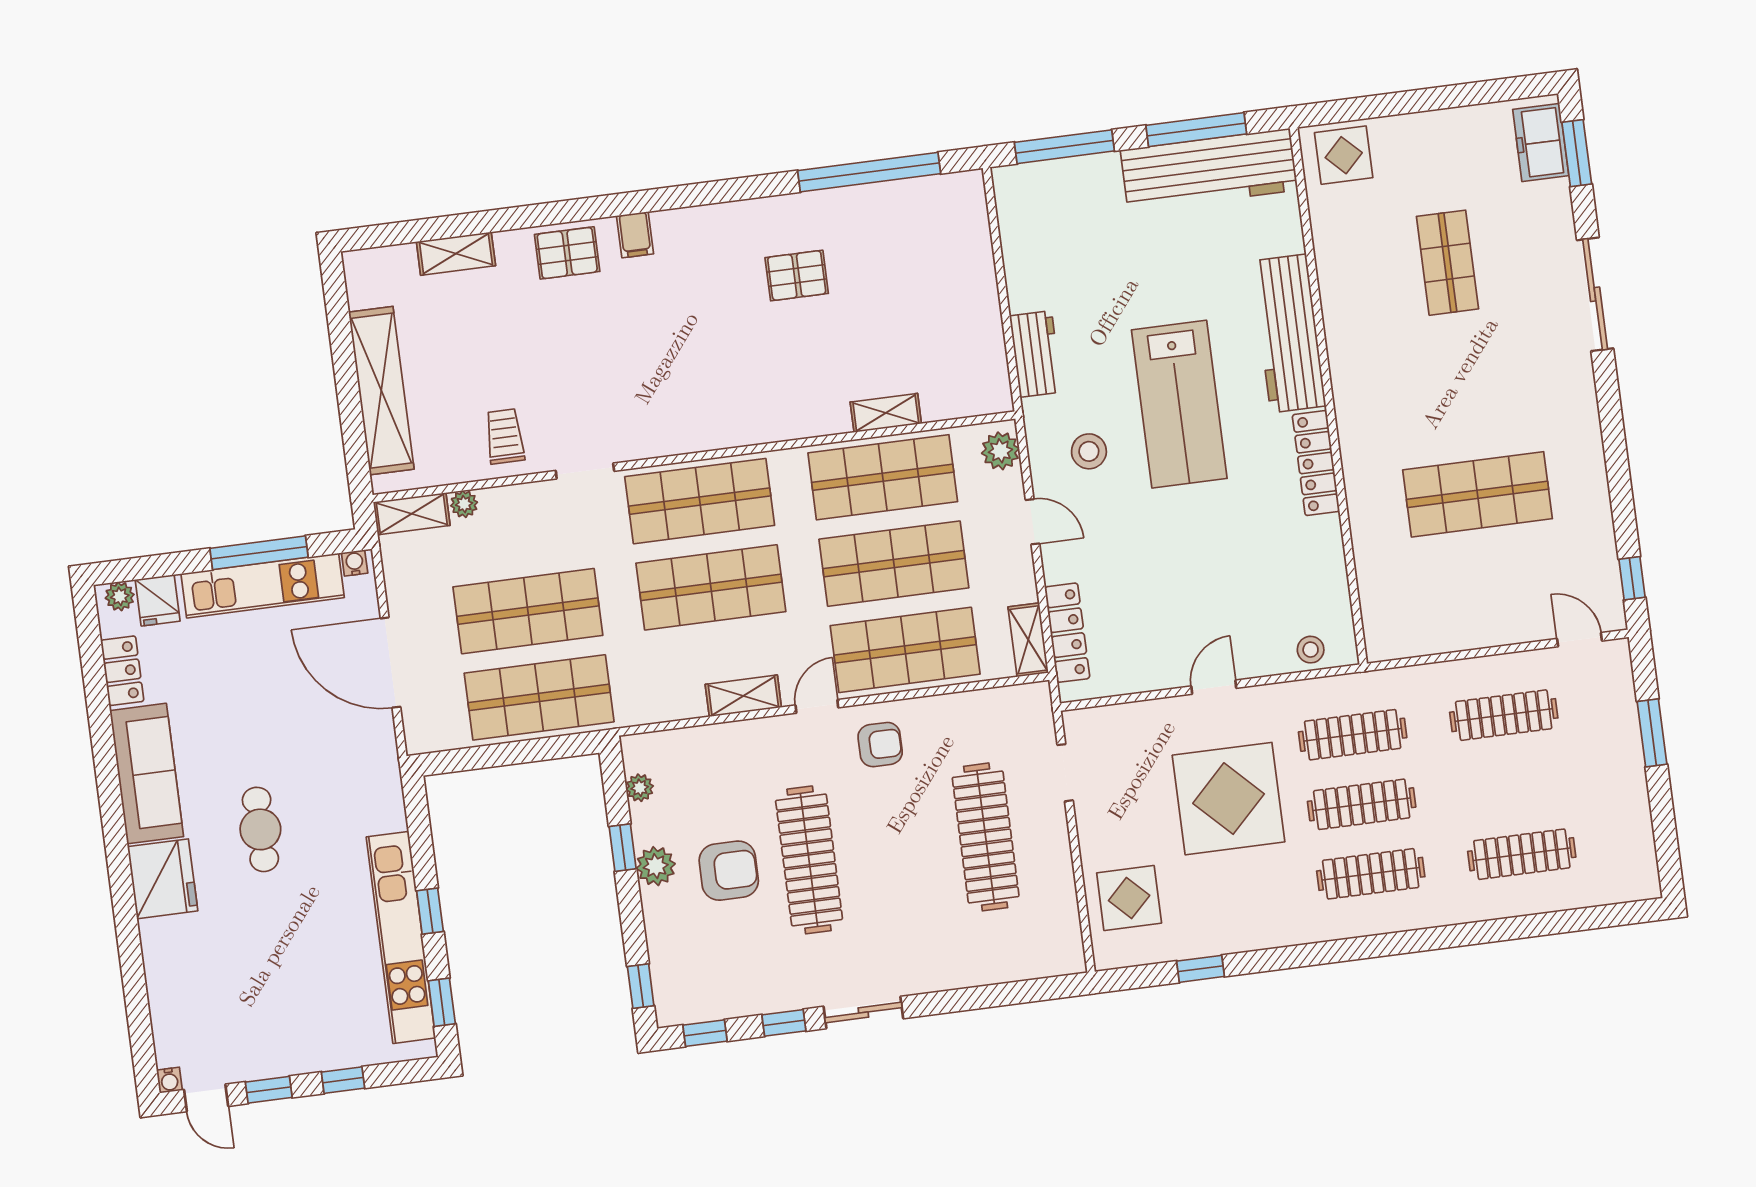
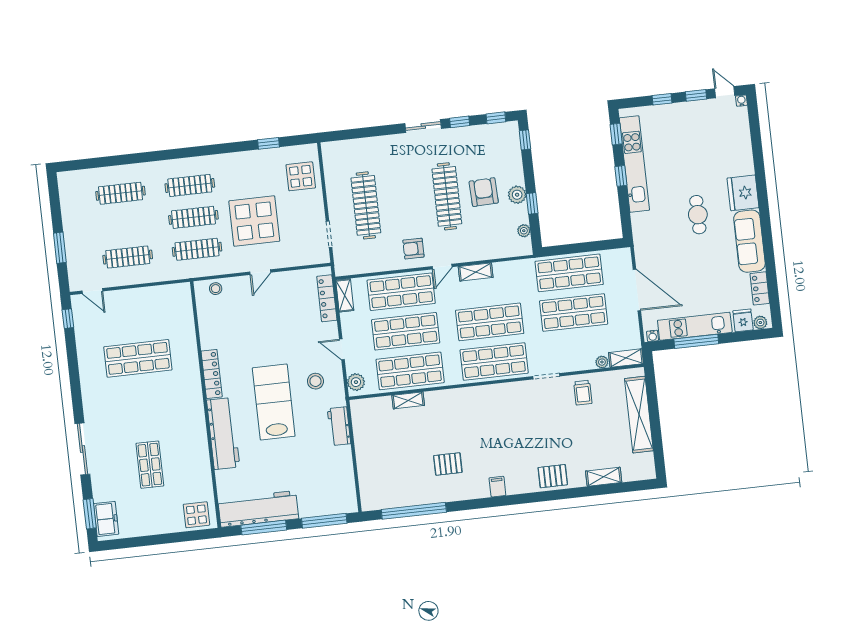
filing cabinet: (635, 235) -> (497, 487), moved
armchair: (729, 871) -> (484, 192), turned 88

